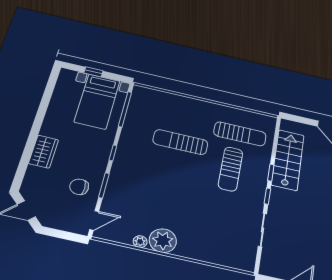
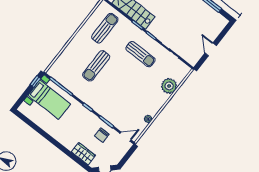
window: (93, 72) -> (35, 81), moved
wardrobe: (44, 152) -> (83, 154), moved
sun lounger: (231, 169) -> (140, 54), moved
door: (94, 220) -> (126, 137), hinge flipped
plant: (163, 241) -> (169, 86), moved

